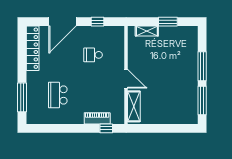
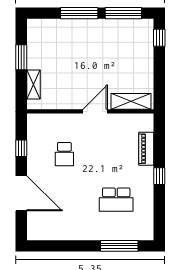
locker: (33, 48) -> (56, 232), removed
window: (106, 128) -> (159, 176), moved
window: (183, 128) -> (159, 38), added

